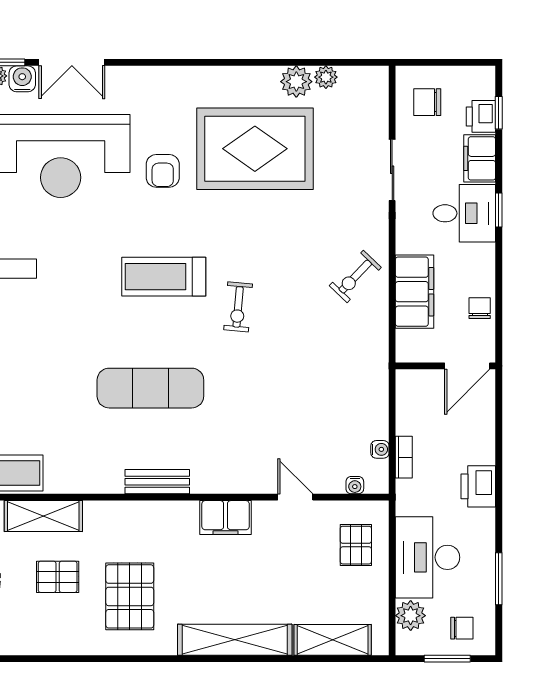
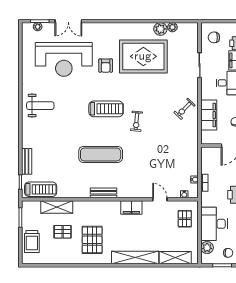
water cooler: (22, 79) -> (48, 28), removed
treadmill: (164, 277) -> (106, 109), turned 180

